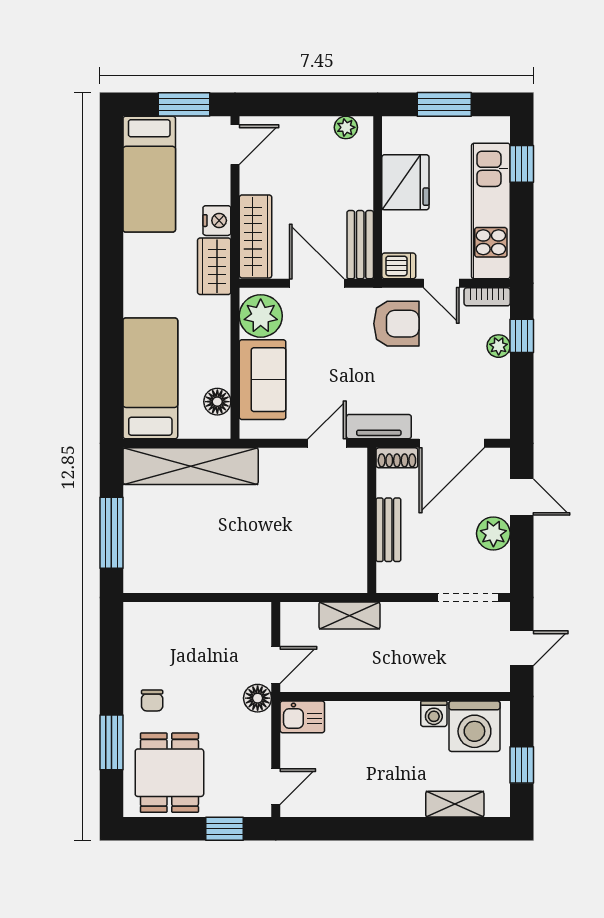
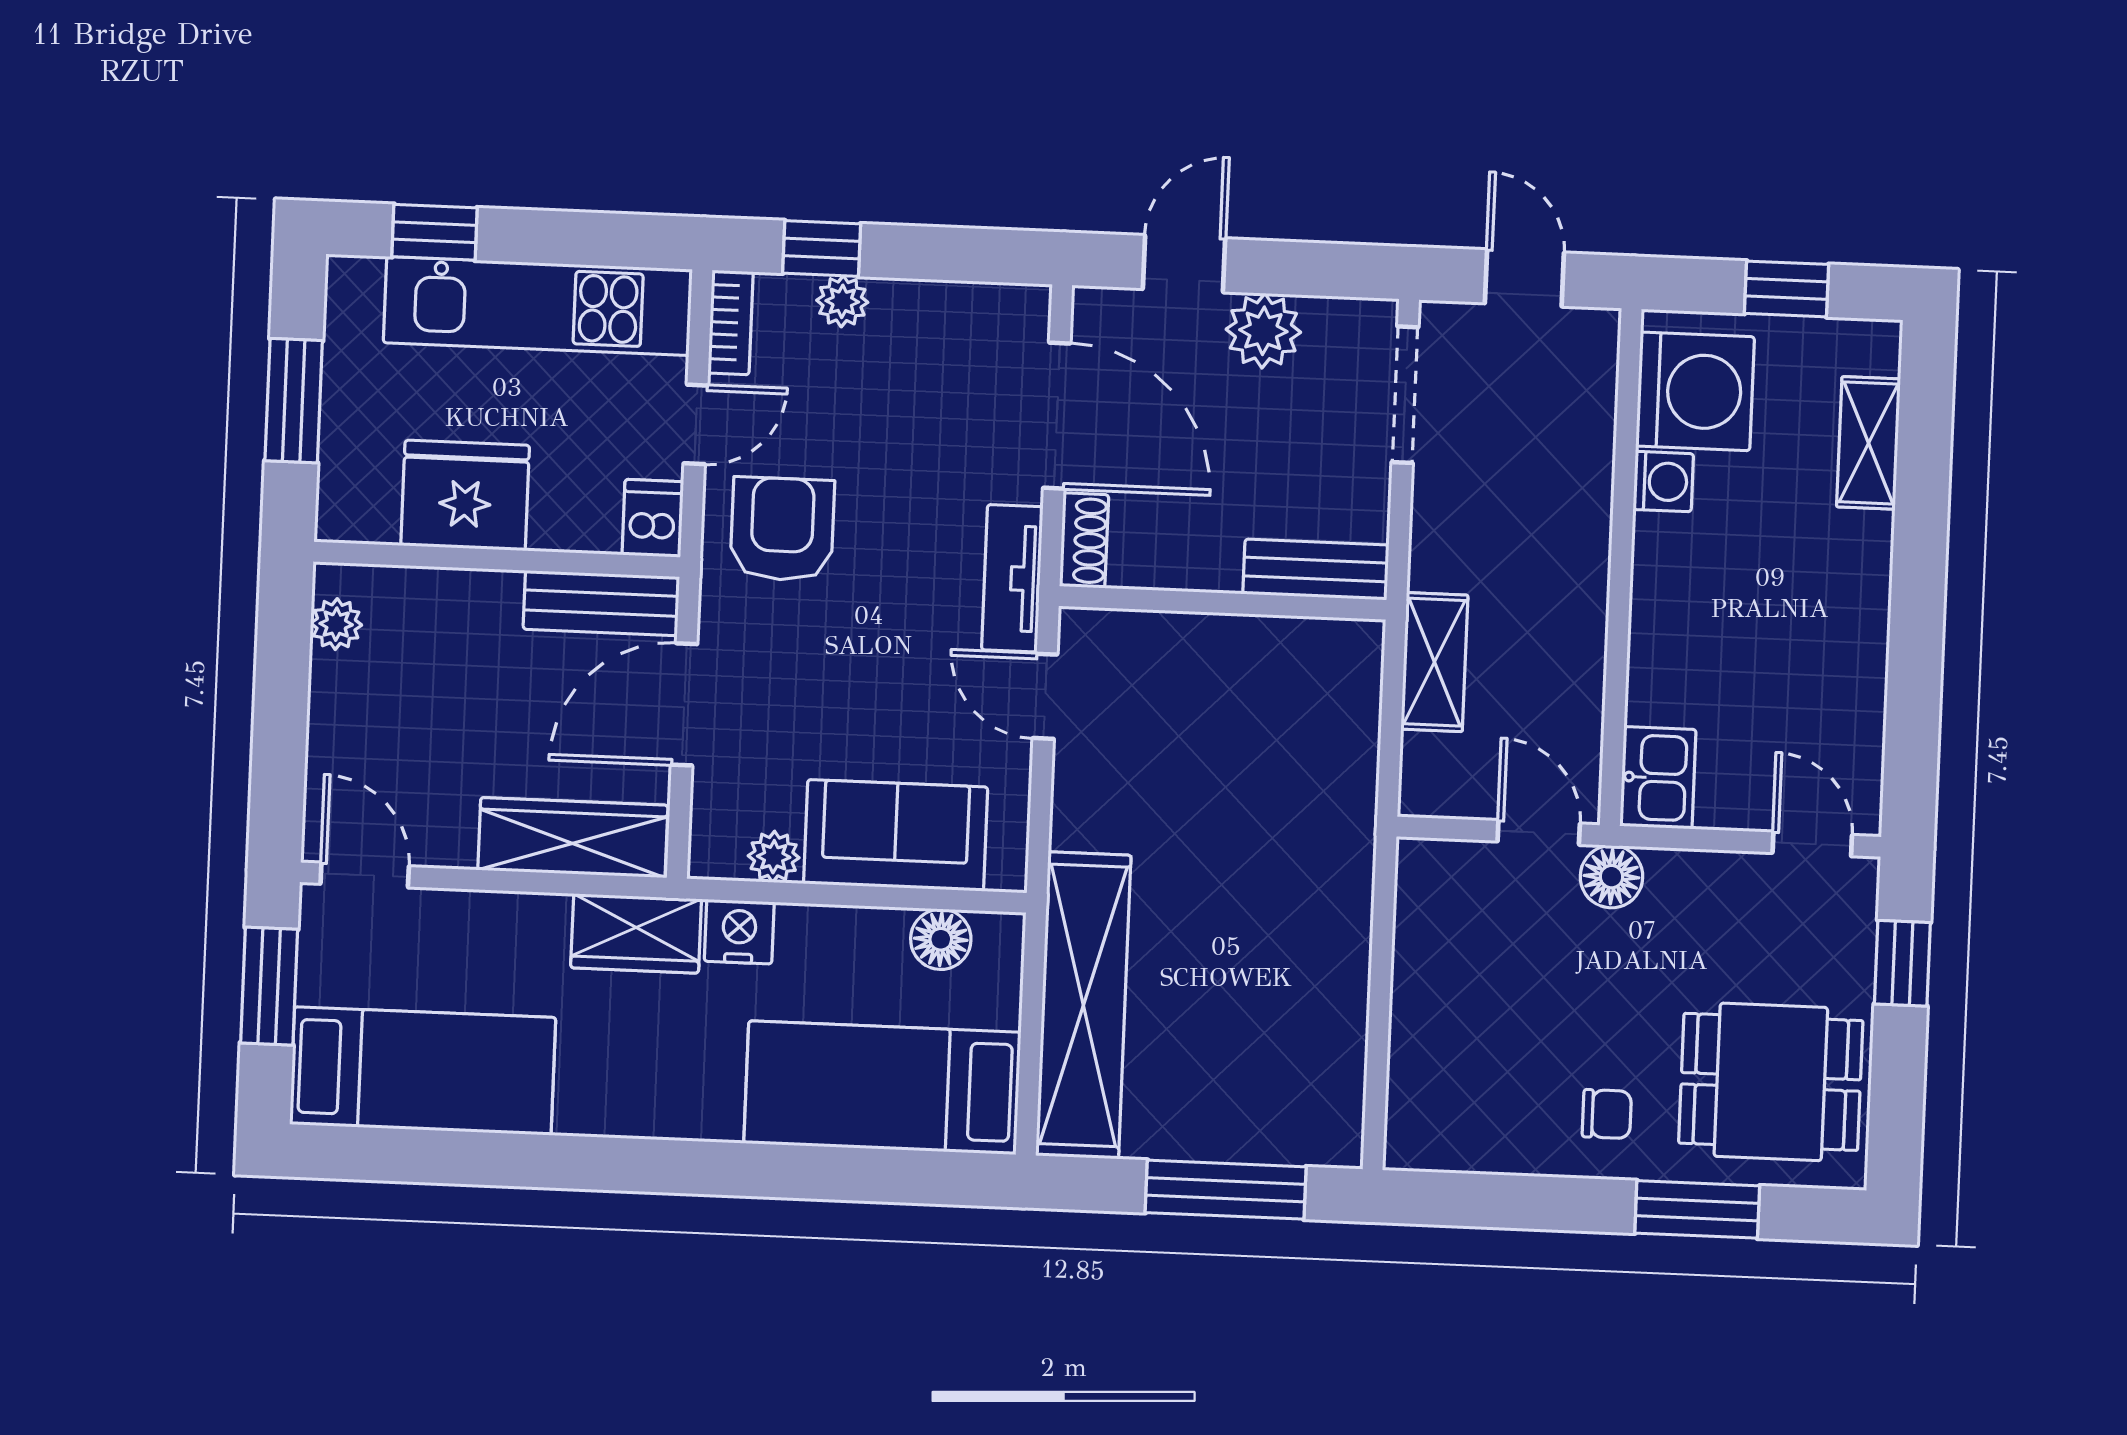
nightstand: (217, 221) -> (739, 932), moved
plant: (261, 316) -> (774, 857), width x0.53, depth x0.53
bench: (388, 530) -> (1316, 569), moved

